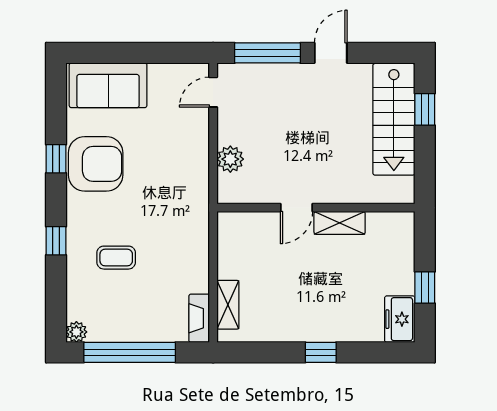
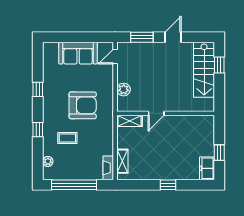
window: (267, 53) -> (142, 37), width x0.69
sofa: (108, 85) -> (78, 53), moved
armchair: (96, 164) -> (83, 105), moved
shelving: (340, 223) -> (130, 121), moved
plant: (76, 332) -> (48, 161), moved

